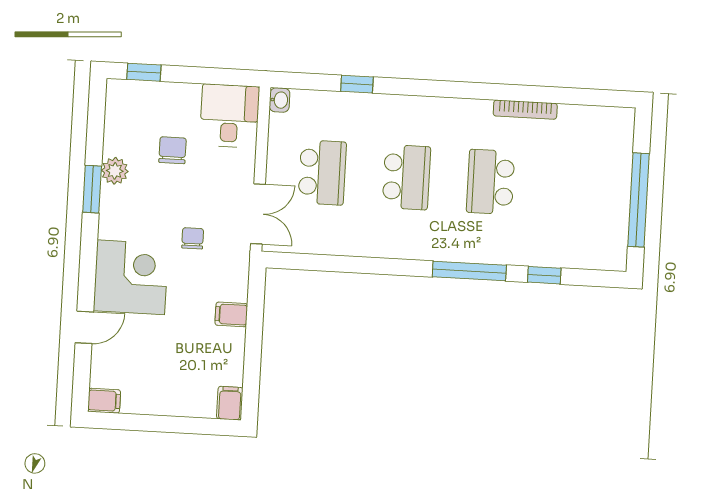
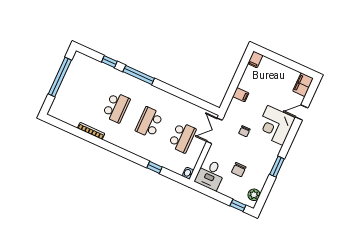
plant: (115, 171) -> (254, 195), moved
school desk: (322, 172) -> (182, 137), turned 180
filing cabinet: (104, 401) -> (303, 85), width x2.00

